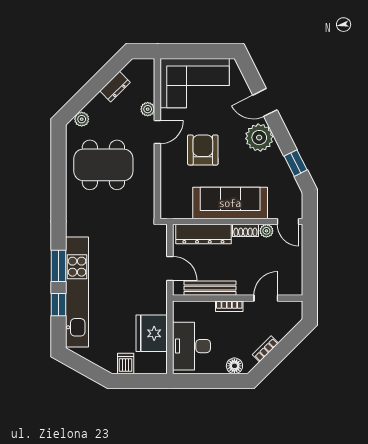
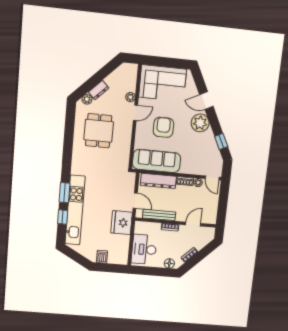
dresser: (115, 87) -> (99, 90), moved
dining table: (103, 165) -> (99, 131), width x0.73
sofa: (230, 203) -> (157, 161), moved
fridge: (152, 333) -> (122, 223), moved

